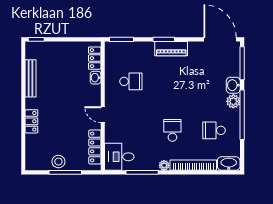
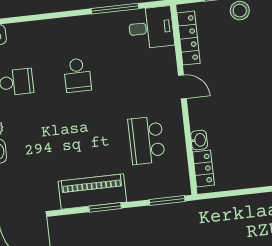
piano: (171, 49) -> (92, 192), width x1.37, depth x1.33
school desk: (131, 81) -> (147, 140), width x1.85
plant: (164, 165) -> (84, 23), removed
bookcase: (193, 165) -> (41, 28), removed

